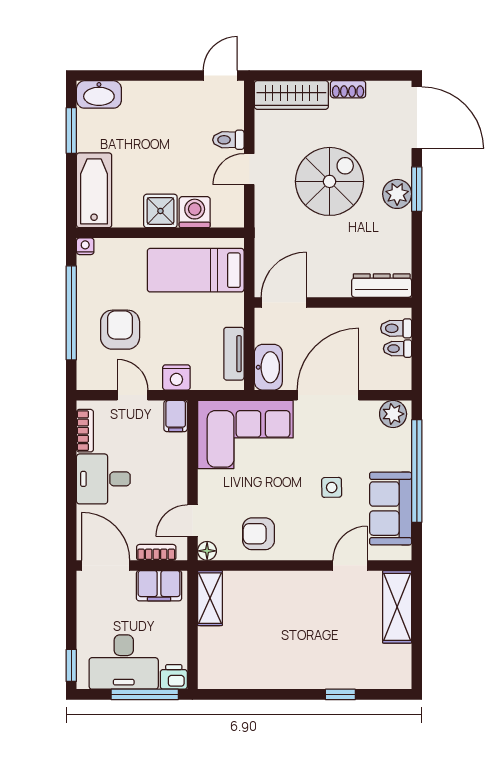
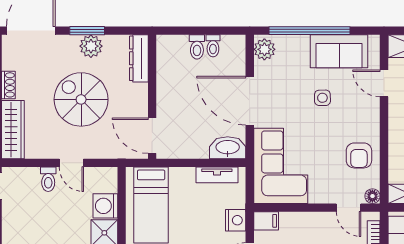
dresser: (382, 286) -> (139, 58), moved
door: (284, 302) -> (152, 136), moved
wall: (333, 302) -> (152, 97), moved

